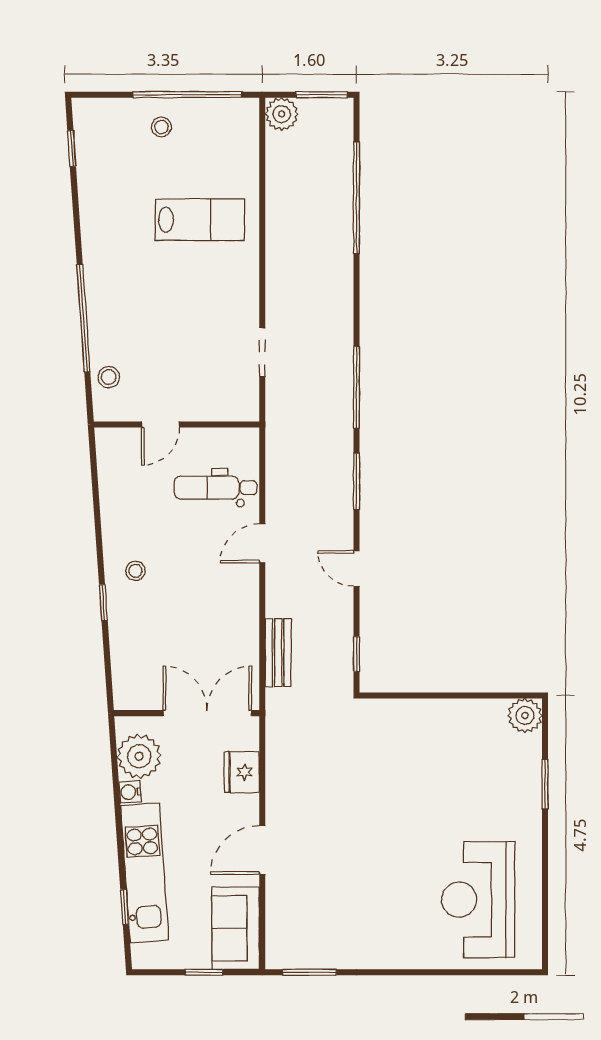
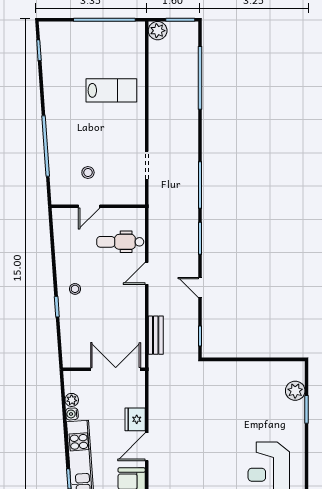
stool: (161, 127) -> (90, 38), removed
stool: (109, 377) -> (88, 172), moved
plant: (525, 716) -> (295, 391), moved
plant: (139, 756) -> (72, 400), width x0.53, depth x0.53
fridge: (242, 772) -> (135, 419), moved

